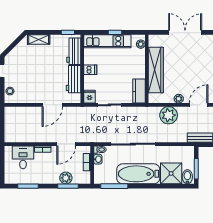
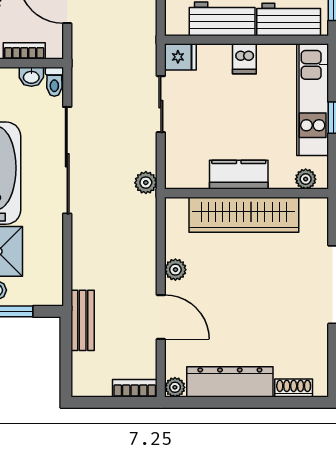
kitchen counter: (139, 91) -> (239, 175), moved
plant: (169, 115) -> (146, 183), moved, width x0.53, depth x0.53

